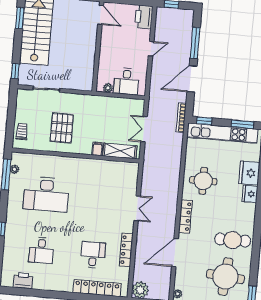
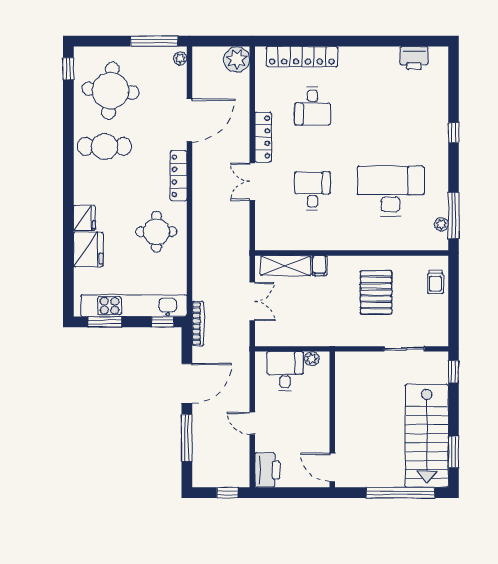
door: (151, 49) -> (252, 423), hinge flipped
desk: (41, 250) -> (312, 191), moved
locker: (126, 250) -> (263, 137), moved

